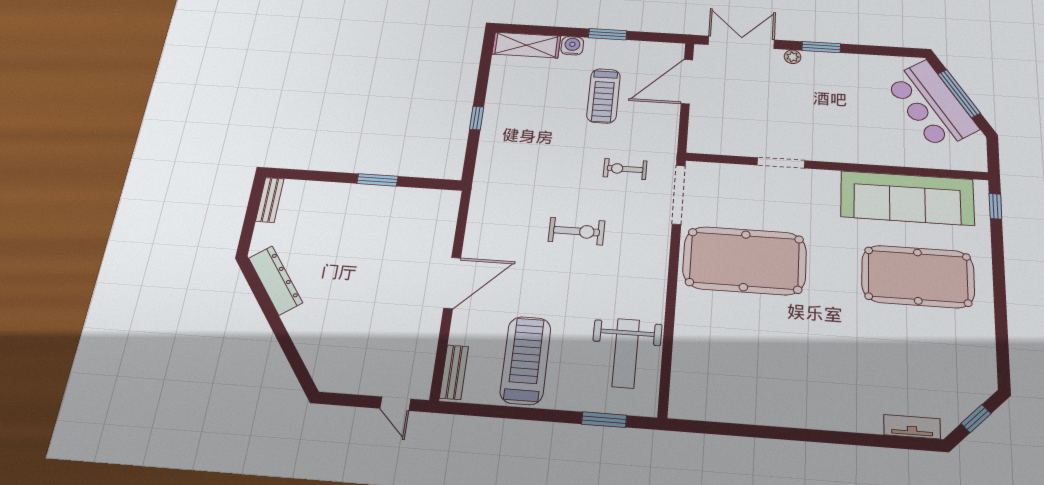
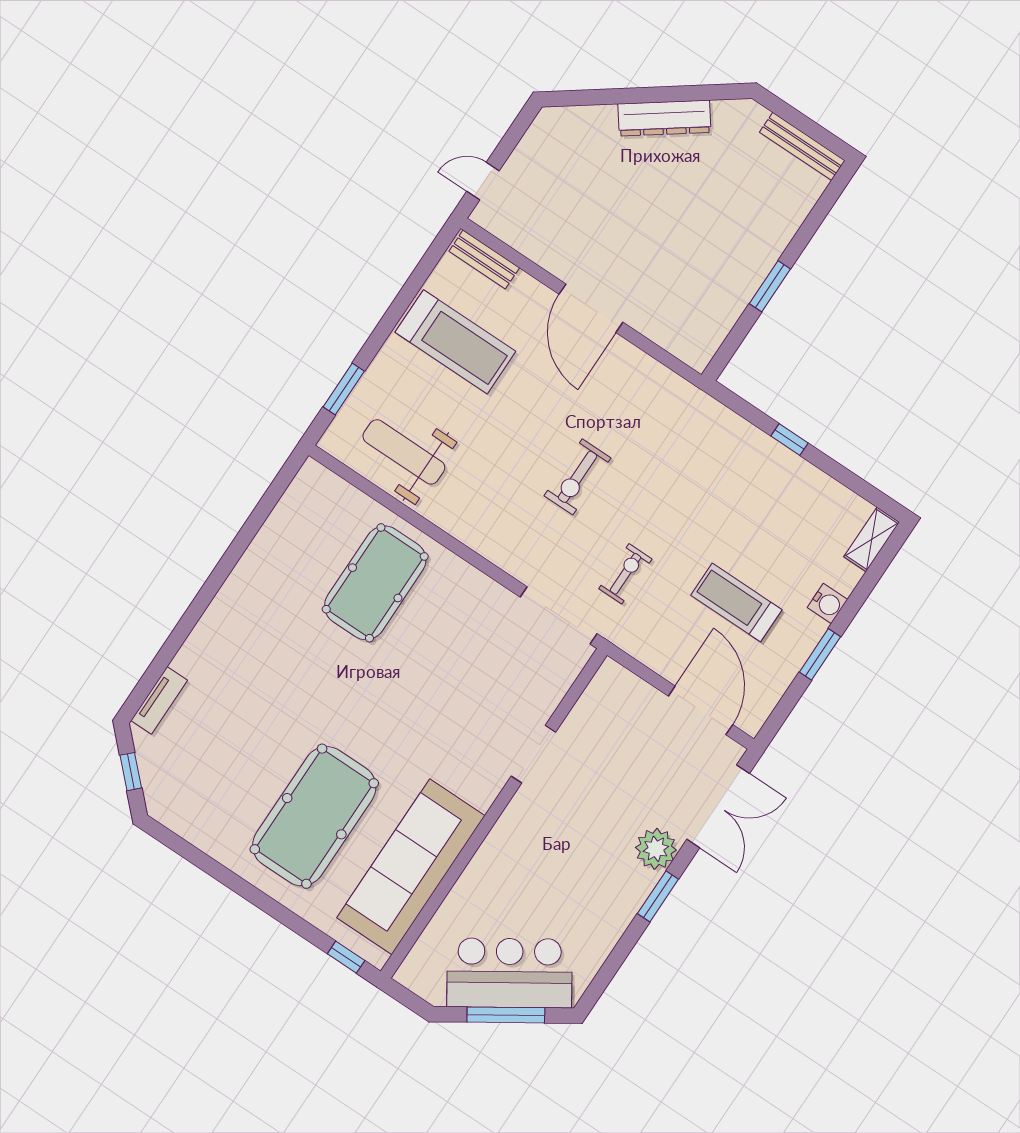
shelving: (526, 45) -> (872, 539), width x0.67, depth x0.75
plant: (793, 57) -> (656, 849), width x1.88, depth x1.88
bench: (270, 200) -> (802, 146), width x1.36
pool table: (745, 261) -> (375, 583), moved, width x0.73, depth x0.76
dresser: (275, 280) -> (664, 118), moved

